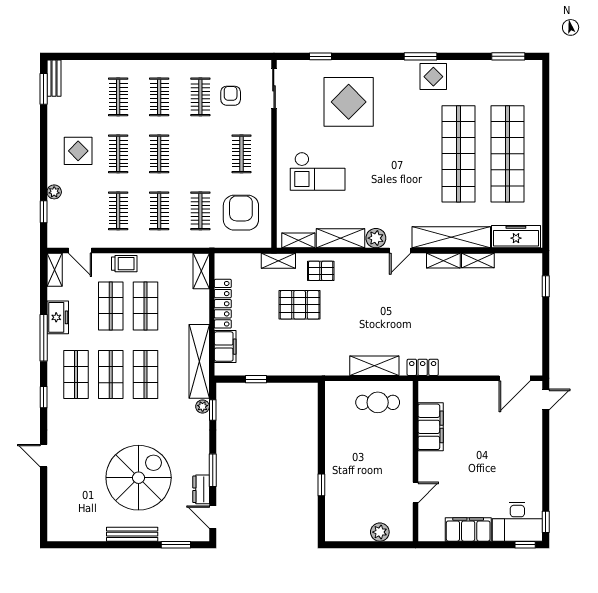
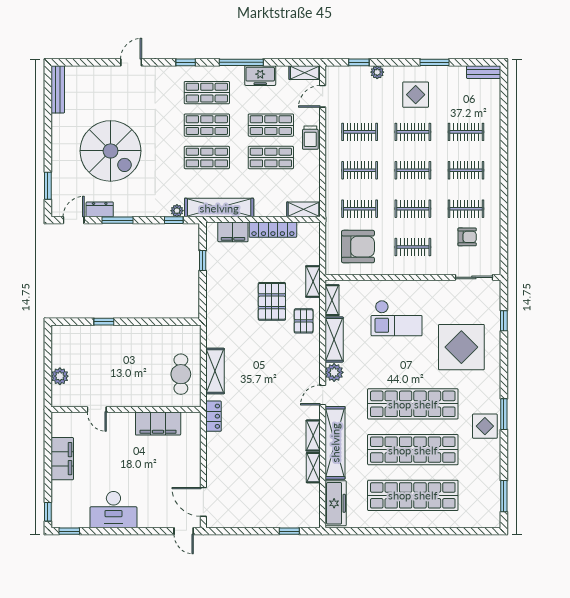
window: (44, 89) -> (435, 62), moved
clothes rail: (200, 154) -> (413, 209), added
shop shelf: (409, 154) -> (413, 404), added
checkout: (318, 171) -> (397, 318), turned -90
door: (400, 250) -> (323, 395), hinge flipped
desk: (517, 522) -> (113, 510), moved, turned -90
bench: (132, 534) -> (58, 89), moved

